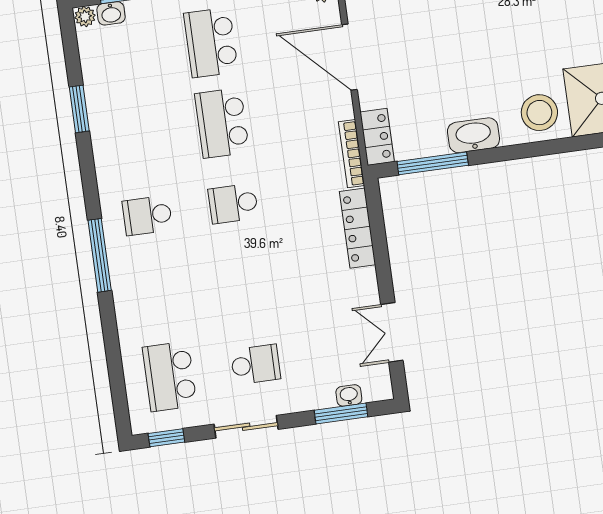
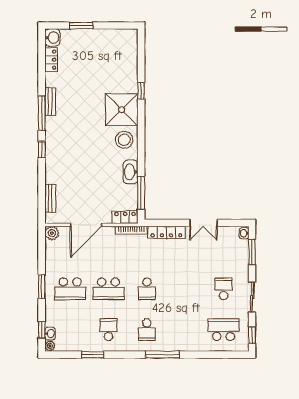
school desk: (136, 135) -> (109, 330), added
double door: (392, 332) -> (203, 223), moved
school desk: (170, 376) -> (224, 330), turned 180
washbasin: (349, 395) -> (244, 233), moved

